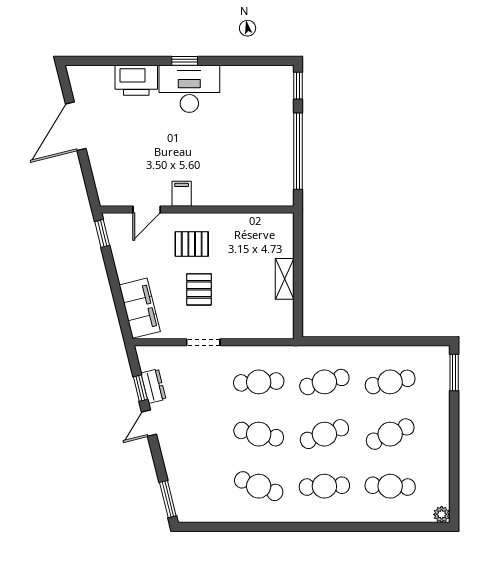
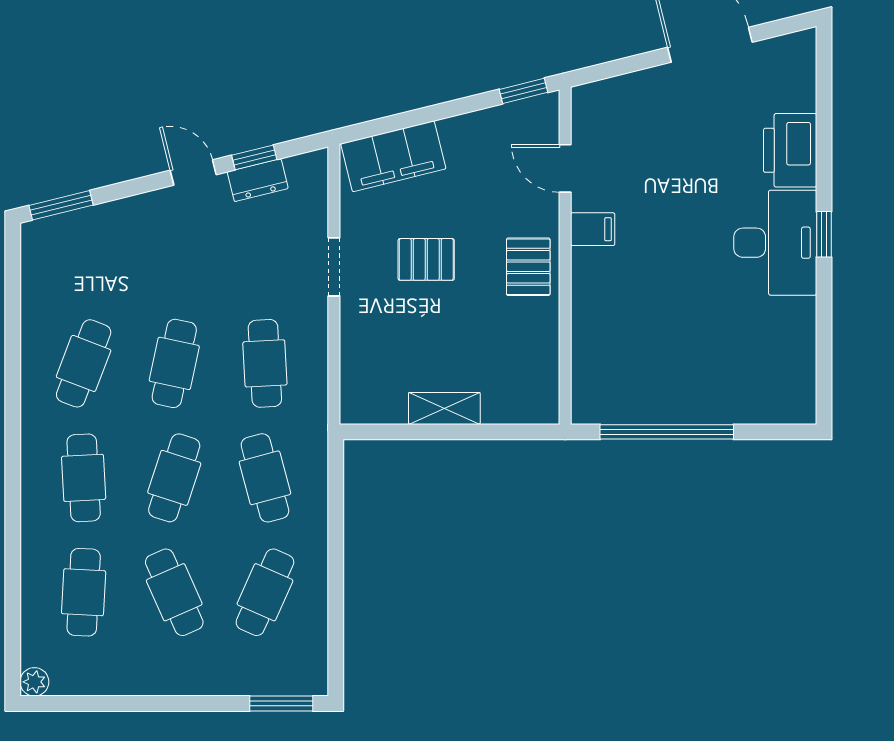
window: (298, 86) -> (781, 432), removed
pallet: (192, 244) -> (528, 267), moved
cafe table: (390, 382) -> (265, 592), turned 36
cafe table: (324, 434) -> (174, 478), turned 39

